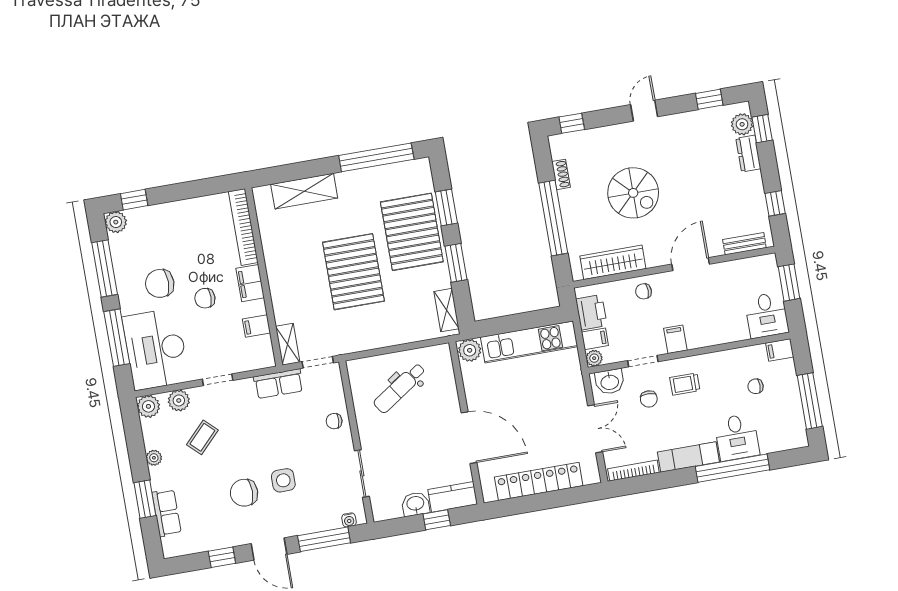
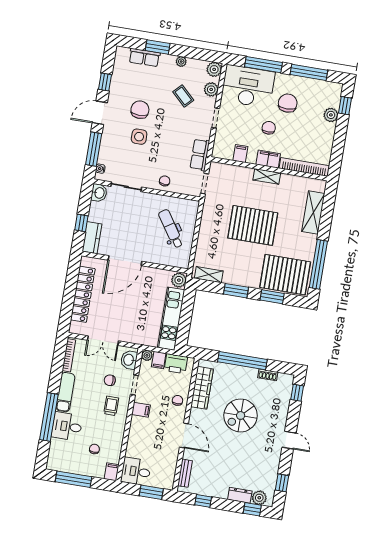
plant: (116, 222) -> (331, 115), moved
pallet: (412, 232) -> (285, 275), moved
shelving: (288, 344) -> (267, 176), moved
washbasin: (415, 504) -> (99, 193), moved

